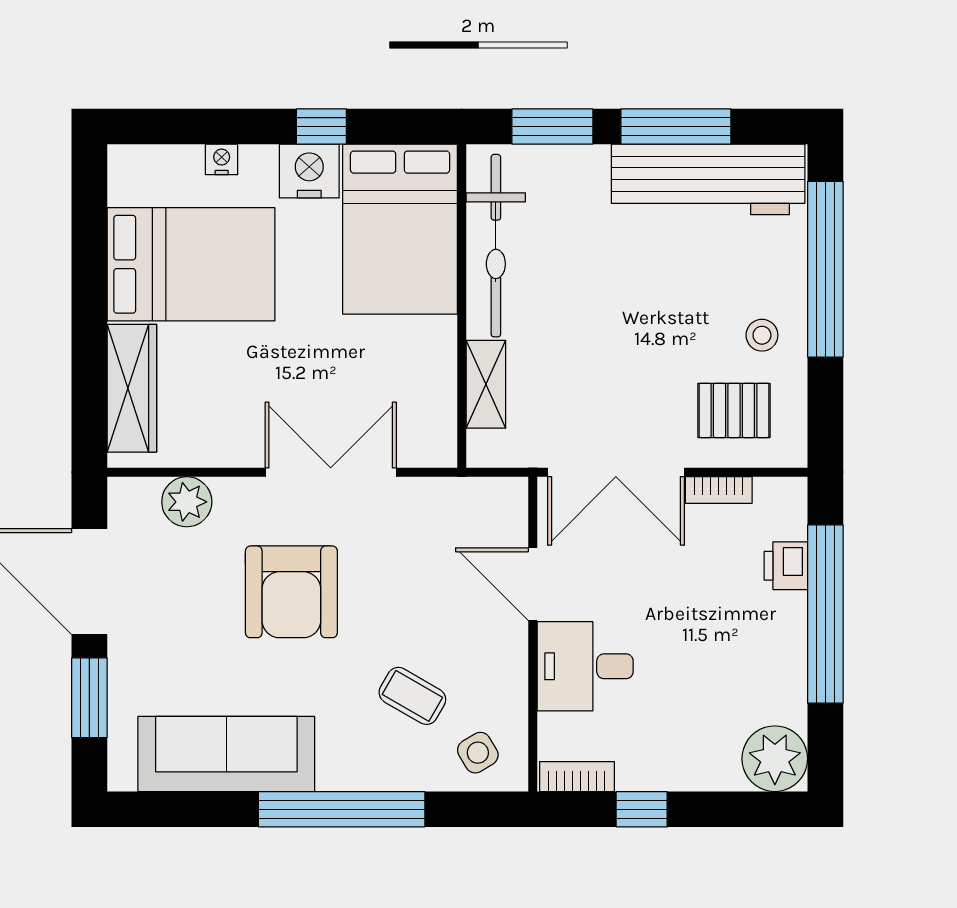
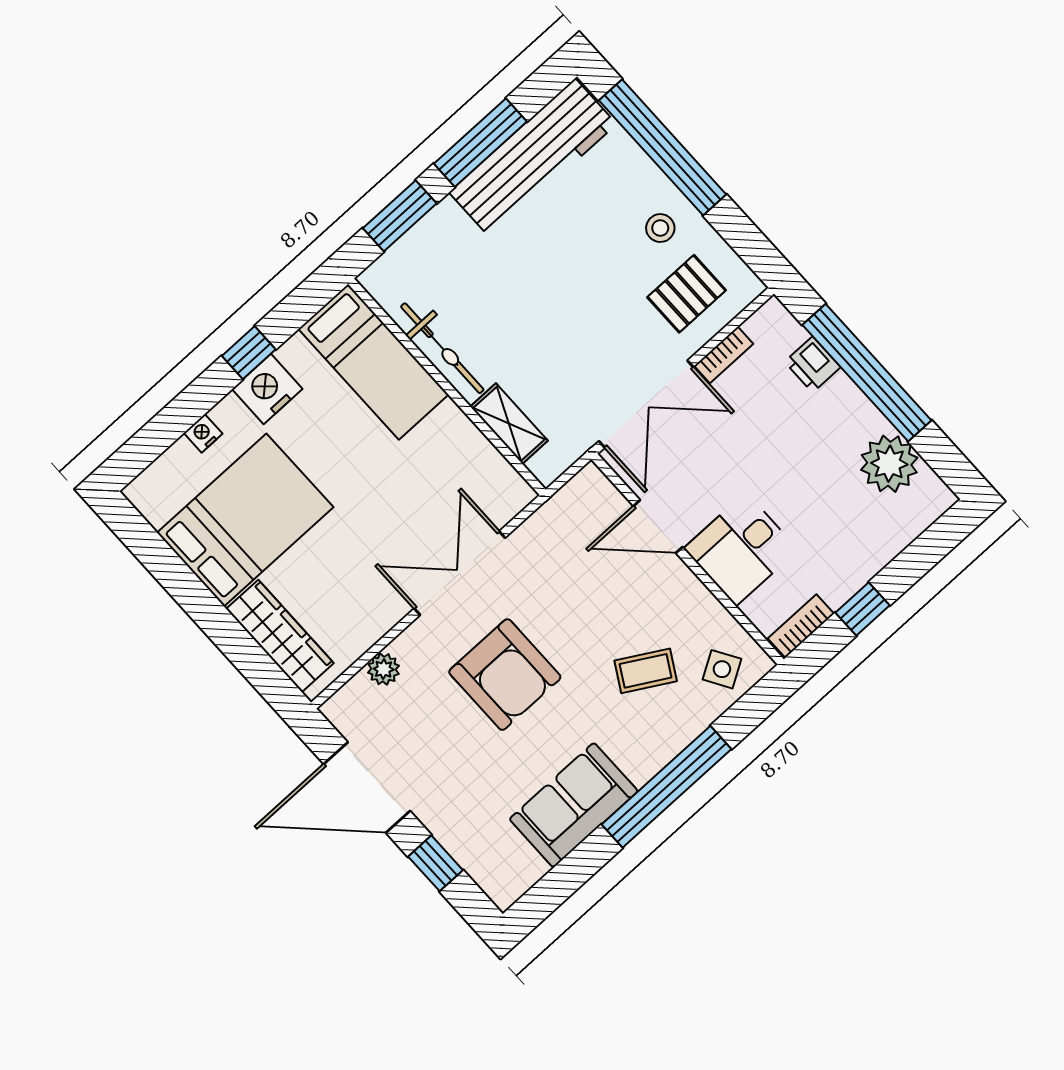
bed: (400, 229) -> (373, 362), width x0.67
bicycle: (496, 246) -> (442, 348), width x0.73, depth x0.71
plant: (187, 502) -> (384, 669), width x0.73, depth x0.73
window: (89, 698) -> (436, 863), width x0.67
sofa: (226, 754) -> (574, 805), width x0.73
plant: (775, 759) -> (889, 464), moved

